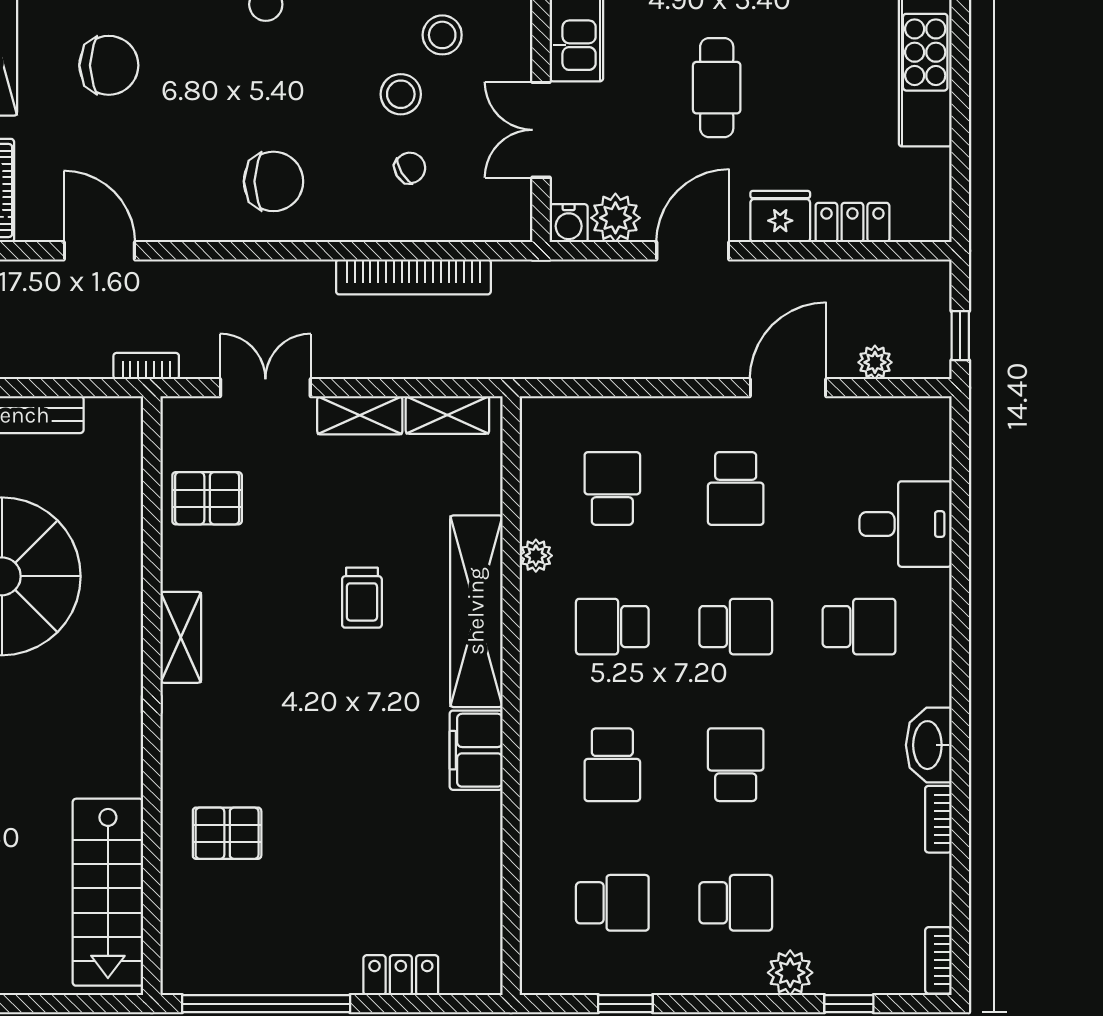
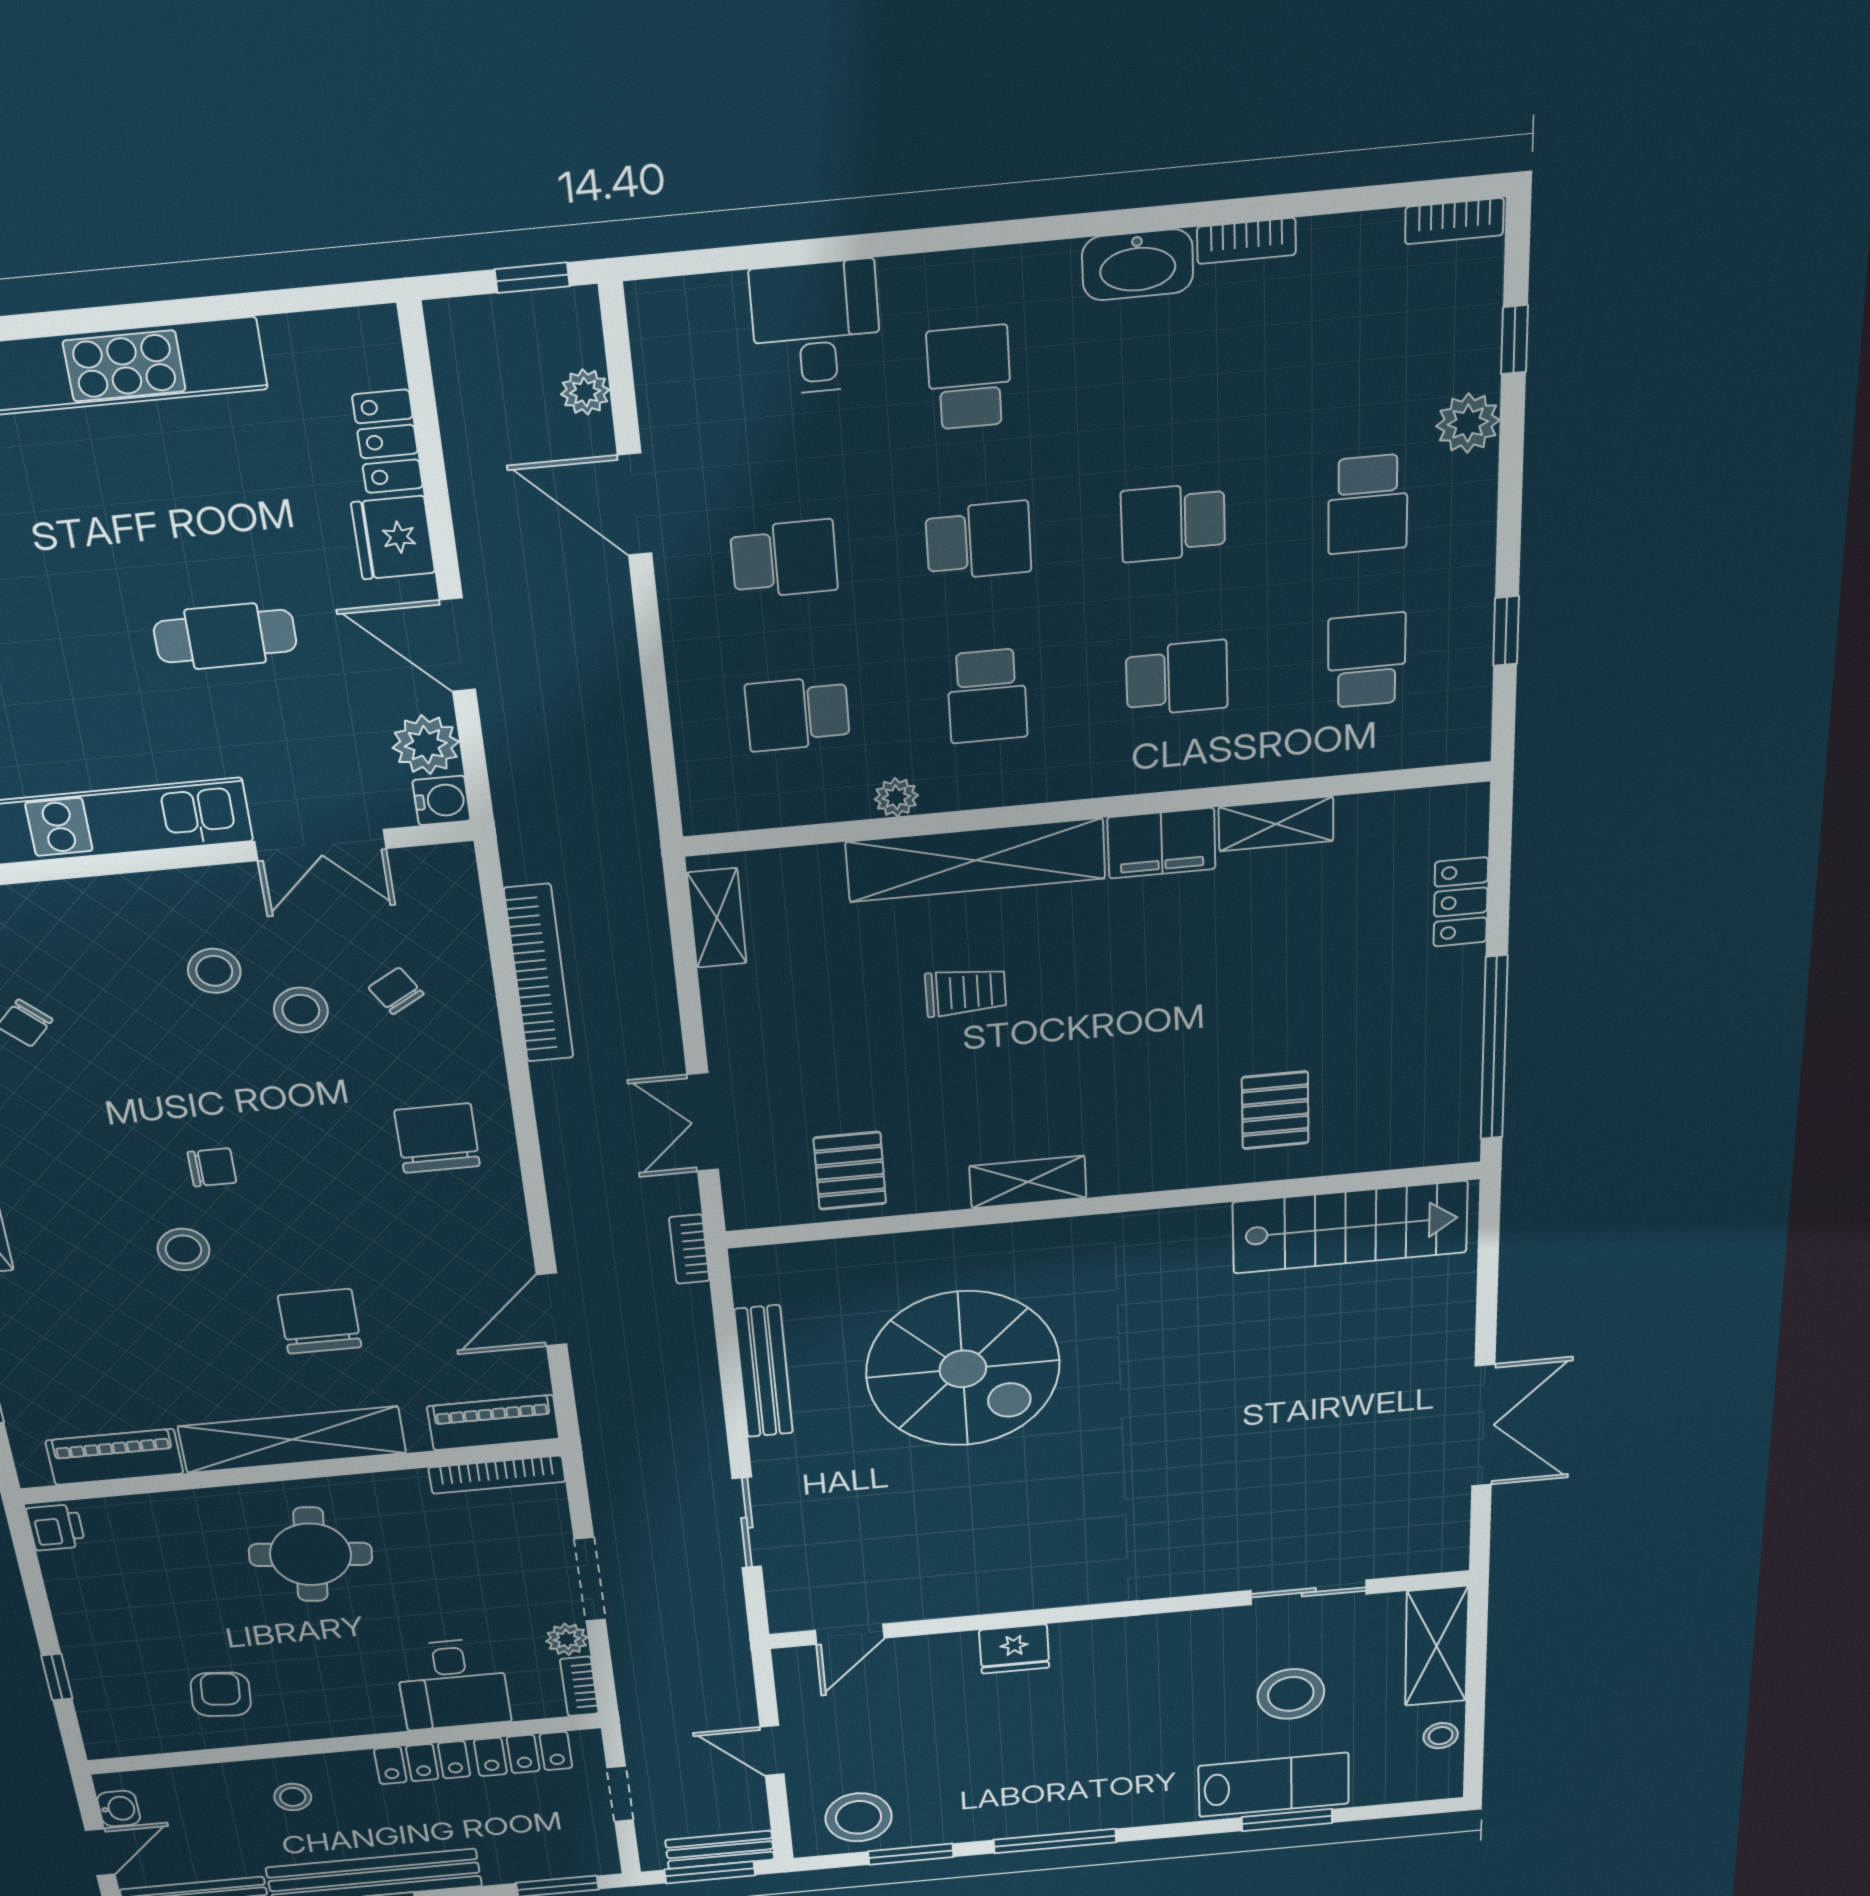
shelving: (360, 415) -> (1276, 824), moved, turned 90
school desk: (736, 627) -> (978, 541), turned 90
school desk: (736, 903) -> (1368, 504), turned 180

